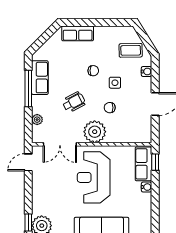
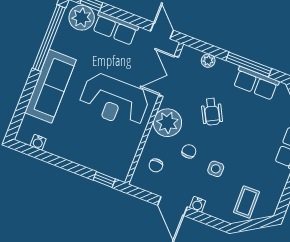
chair: (93, 71) -> (156, 165), moved
water cooler: (146, 71) -> (198, 204), moved
row of seats: (143, 164) -> (115, 28), moved, turned 180
reception desk: (94, 177) -> (114, 100), turned 180
water cooler: (147, 187) -> (38, 142), moved

